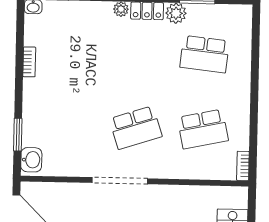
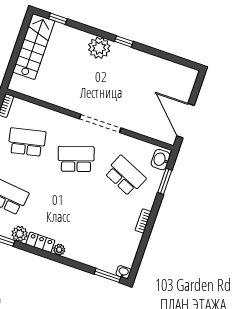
bookcase: (29, 62) -> (143, 221), moved
school desk: (69, 126) -> (125, 176), added

